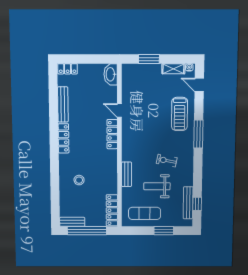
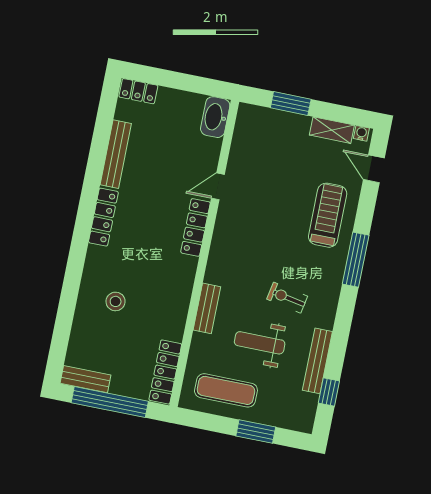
door: (119, 110) -> (218, 186), hinge flipped
treadmill: (180, 114) -> (328, 215), turned 180
bench: (188, 203) -> (317, 361), moved

